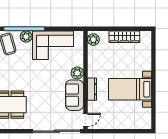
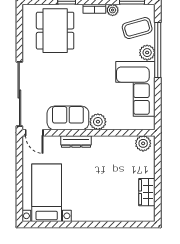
wardrobe: (124, 37) -> (147, 192), width x0.67
bed with nightstands: (130, 89) -> (47, 193), moved

